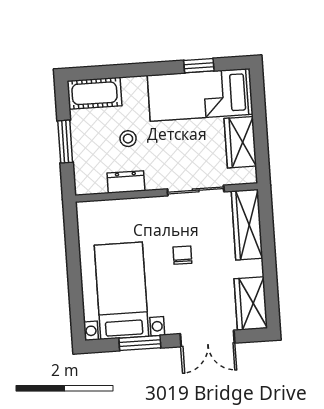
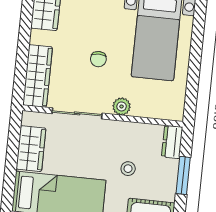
dresser: (126, 182) -> (172, 142), moved, turned 90
plant: (147, 207) -> (122, 106), added

